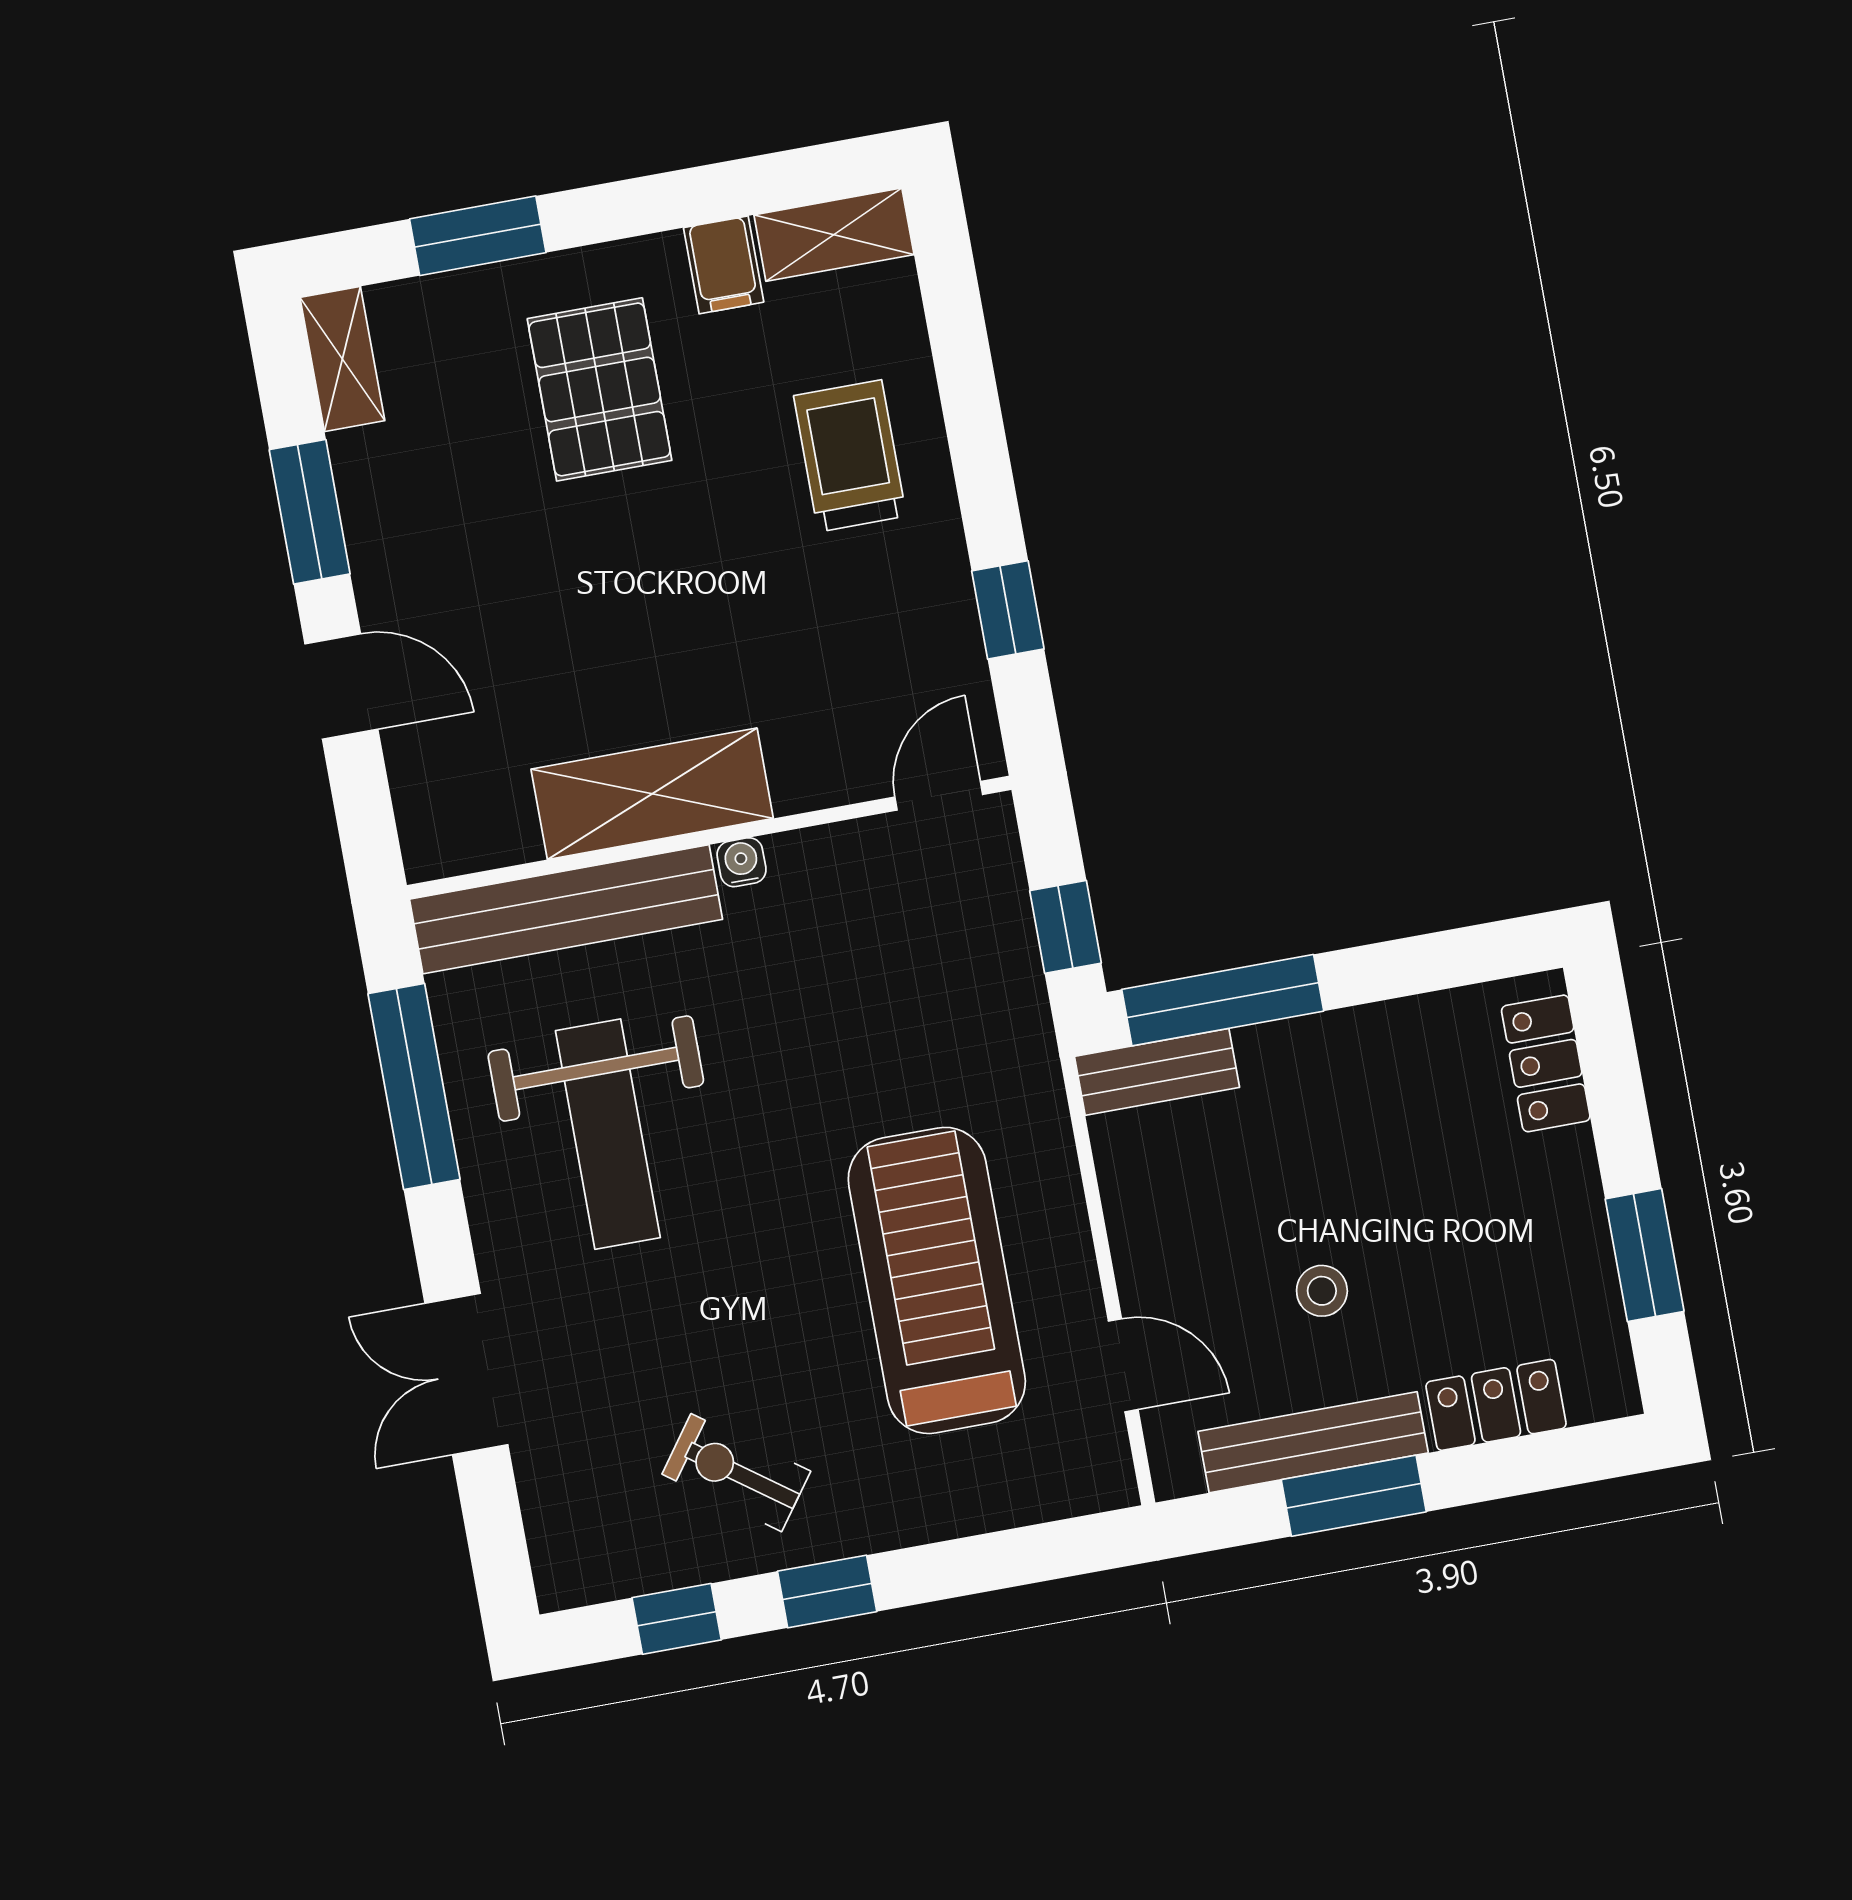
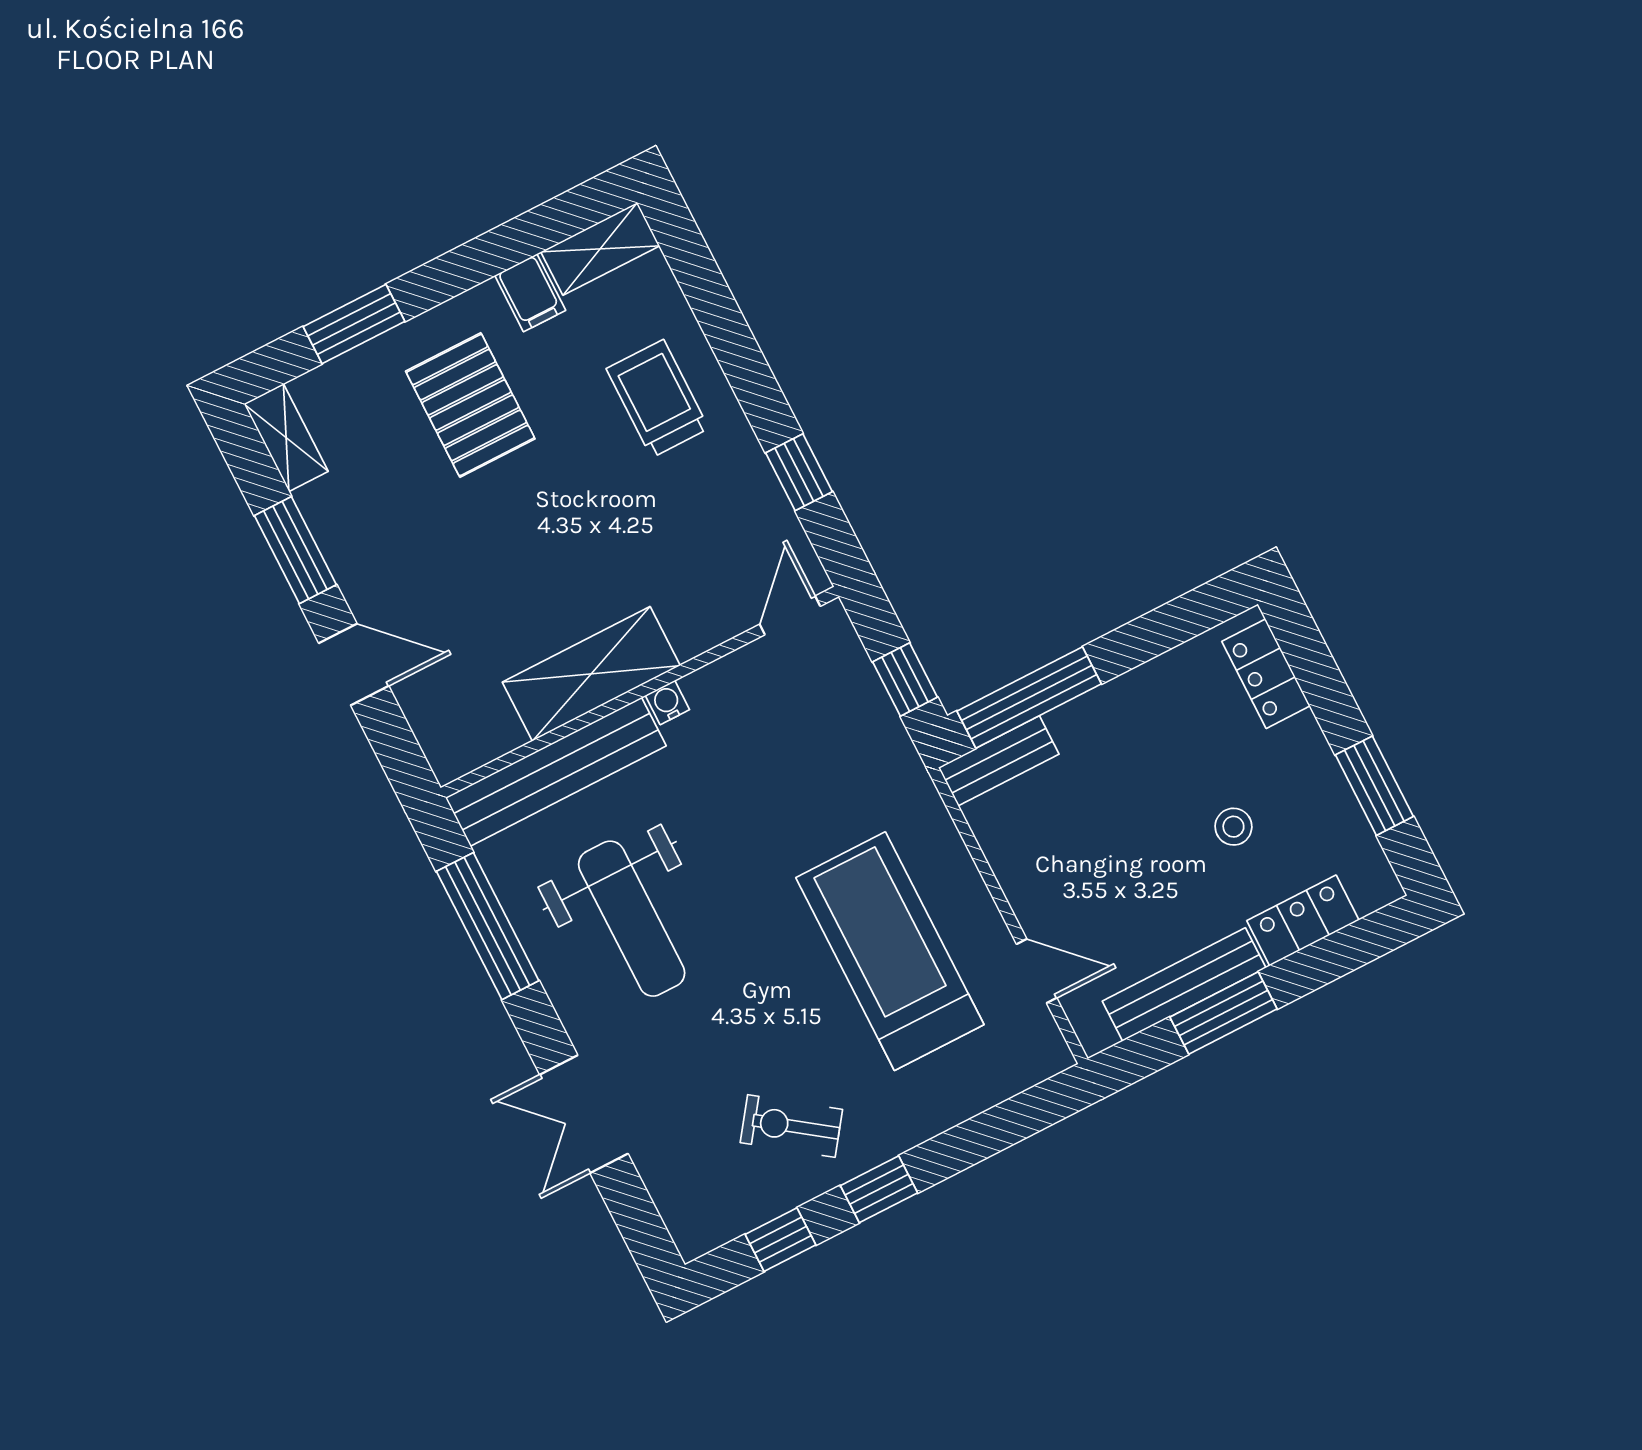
stool: (1322, 1291) -> (1233, 827), moved

